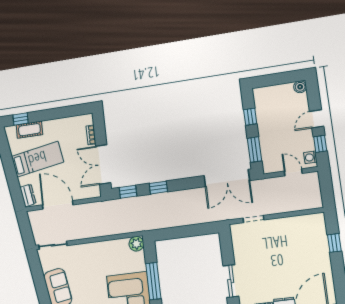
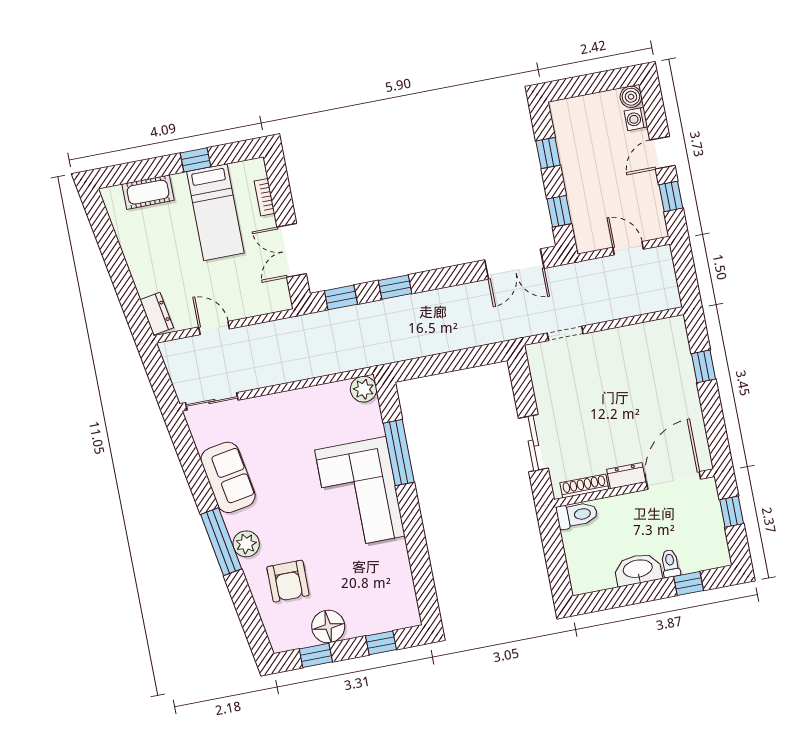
window: (21, 119) -> (195, 160), moved
window: (254, 150) -> (559, 211), width x0.67
washing machine: (310, 157) -> (636, 119), moved
bed: (37, 159) -> (215, 212), moved, turned 100
double door: (103, 165) -> (292, 250), width x0.73
double door: (227, 178) -> (514, 264), width x0.73
door: (58, 205) -> (214, 328), width x0.53

